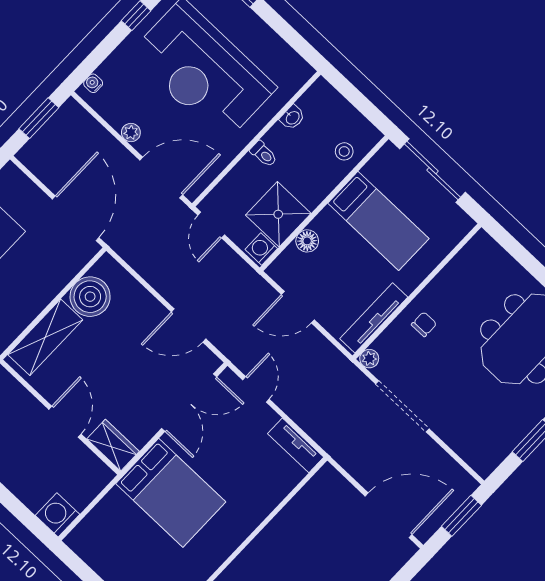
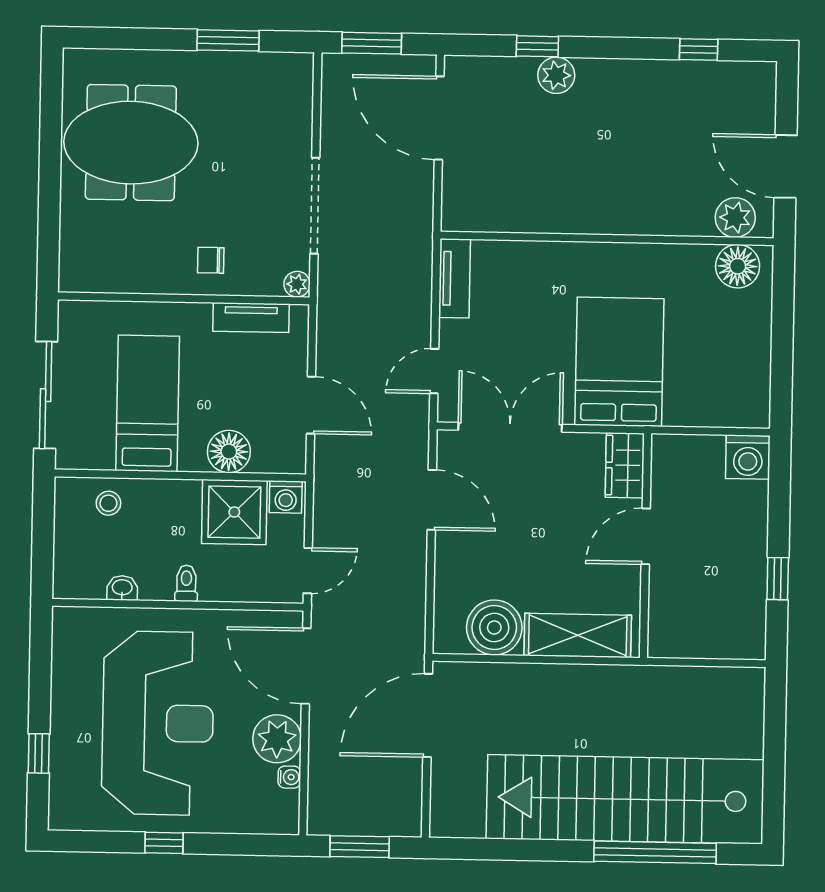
water cooler: (93, 83) -> (289, 777), moved, turned -90
plant: (131, 133) -> (277, 739), width x1.87, depth x1.87
floor lamp: (307, 241) -> (229, 452), width x1.38, depth x1.38
tv unit: (374, 318) -> (251, 318), width x0.71

